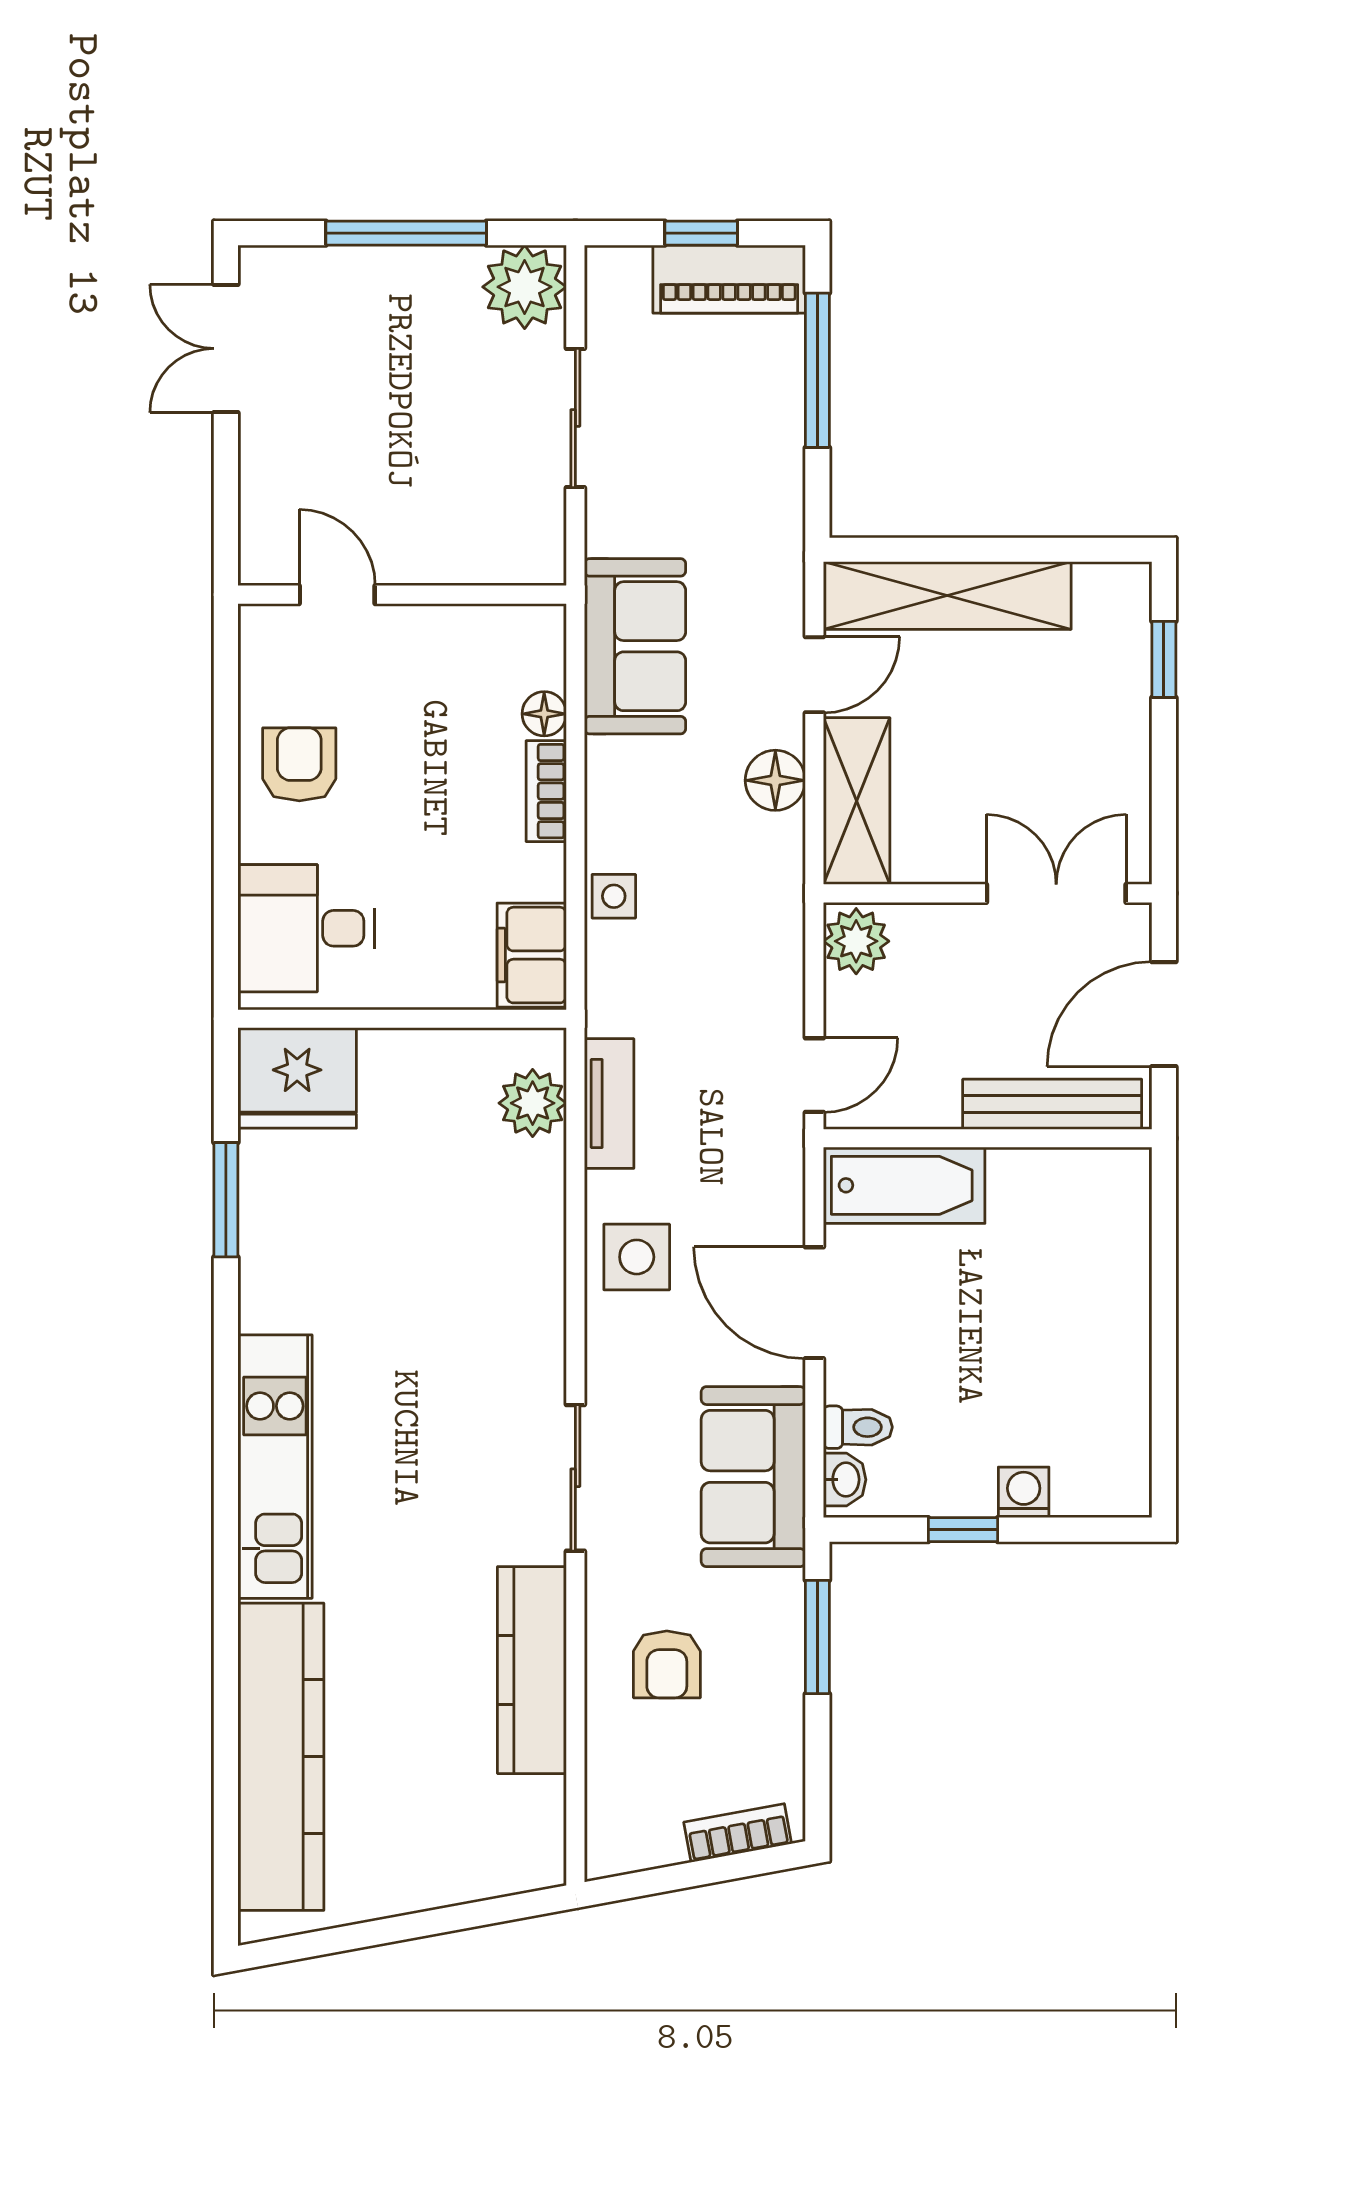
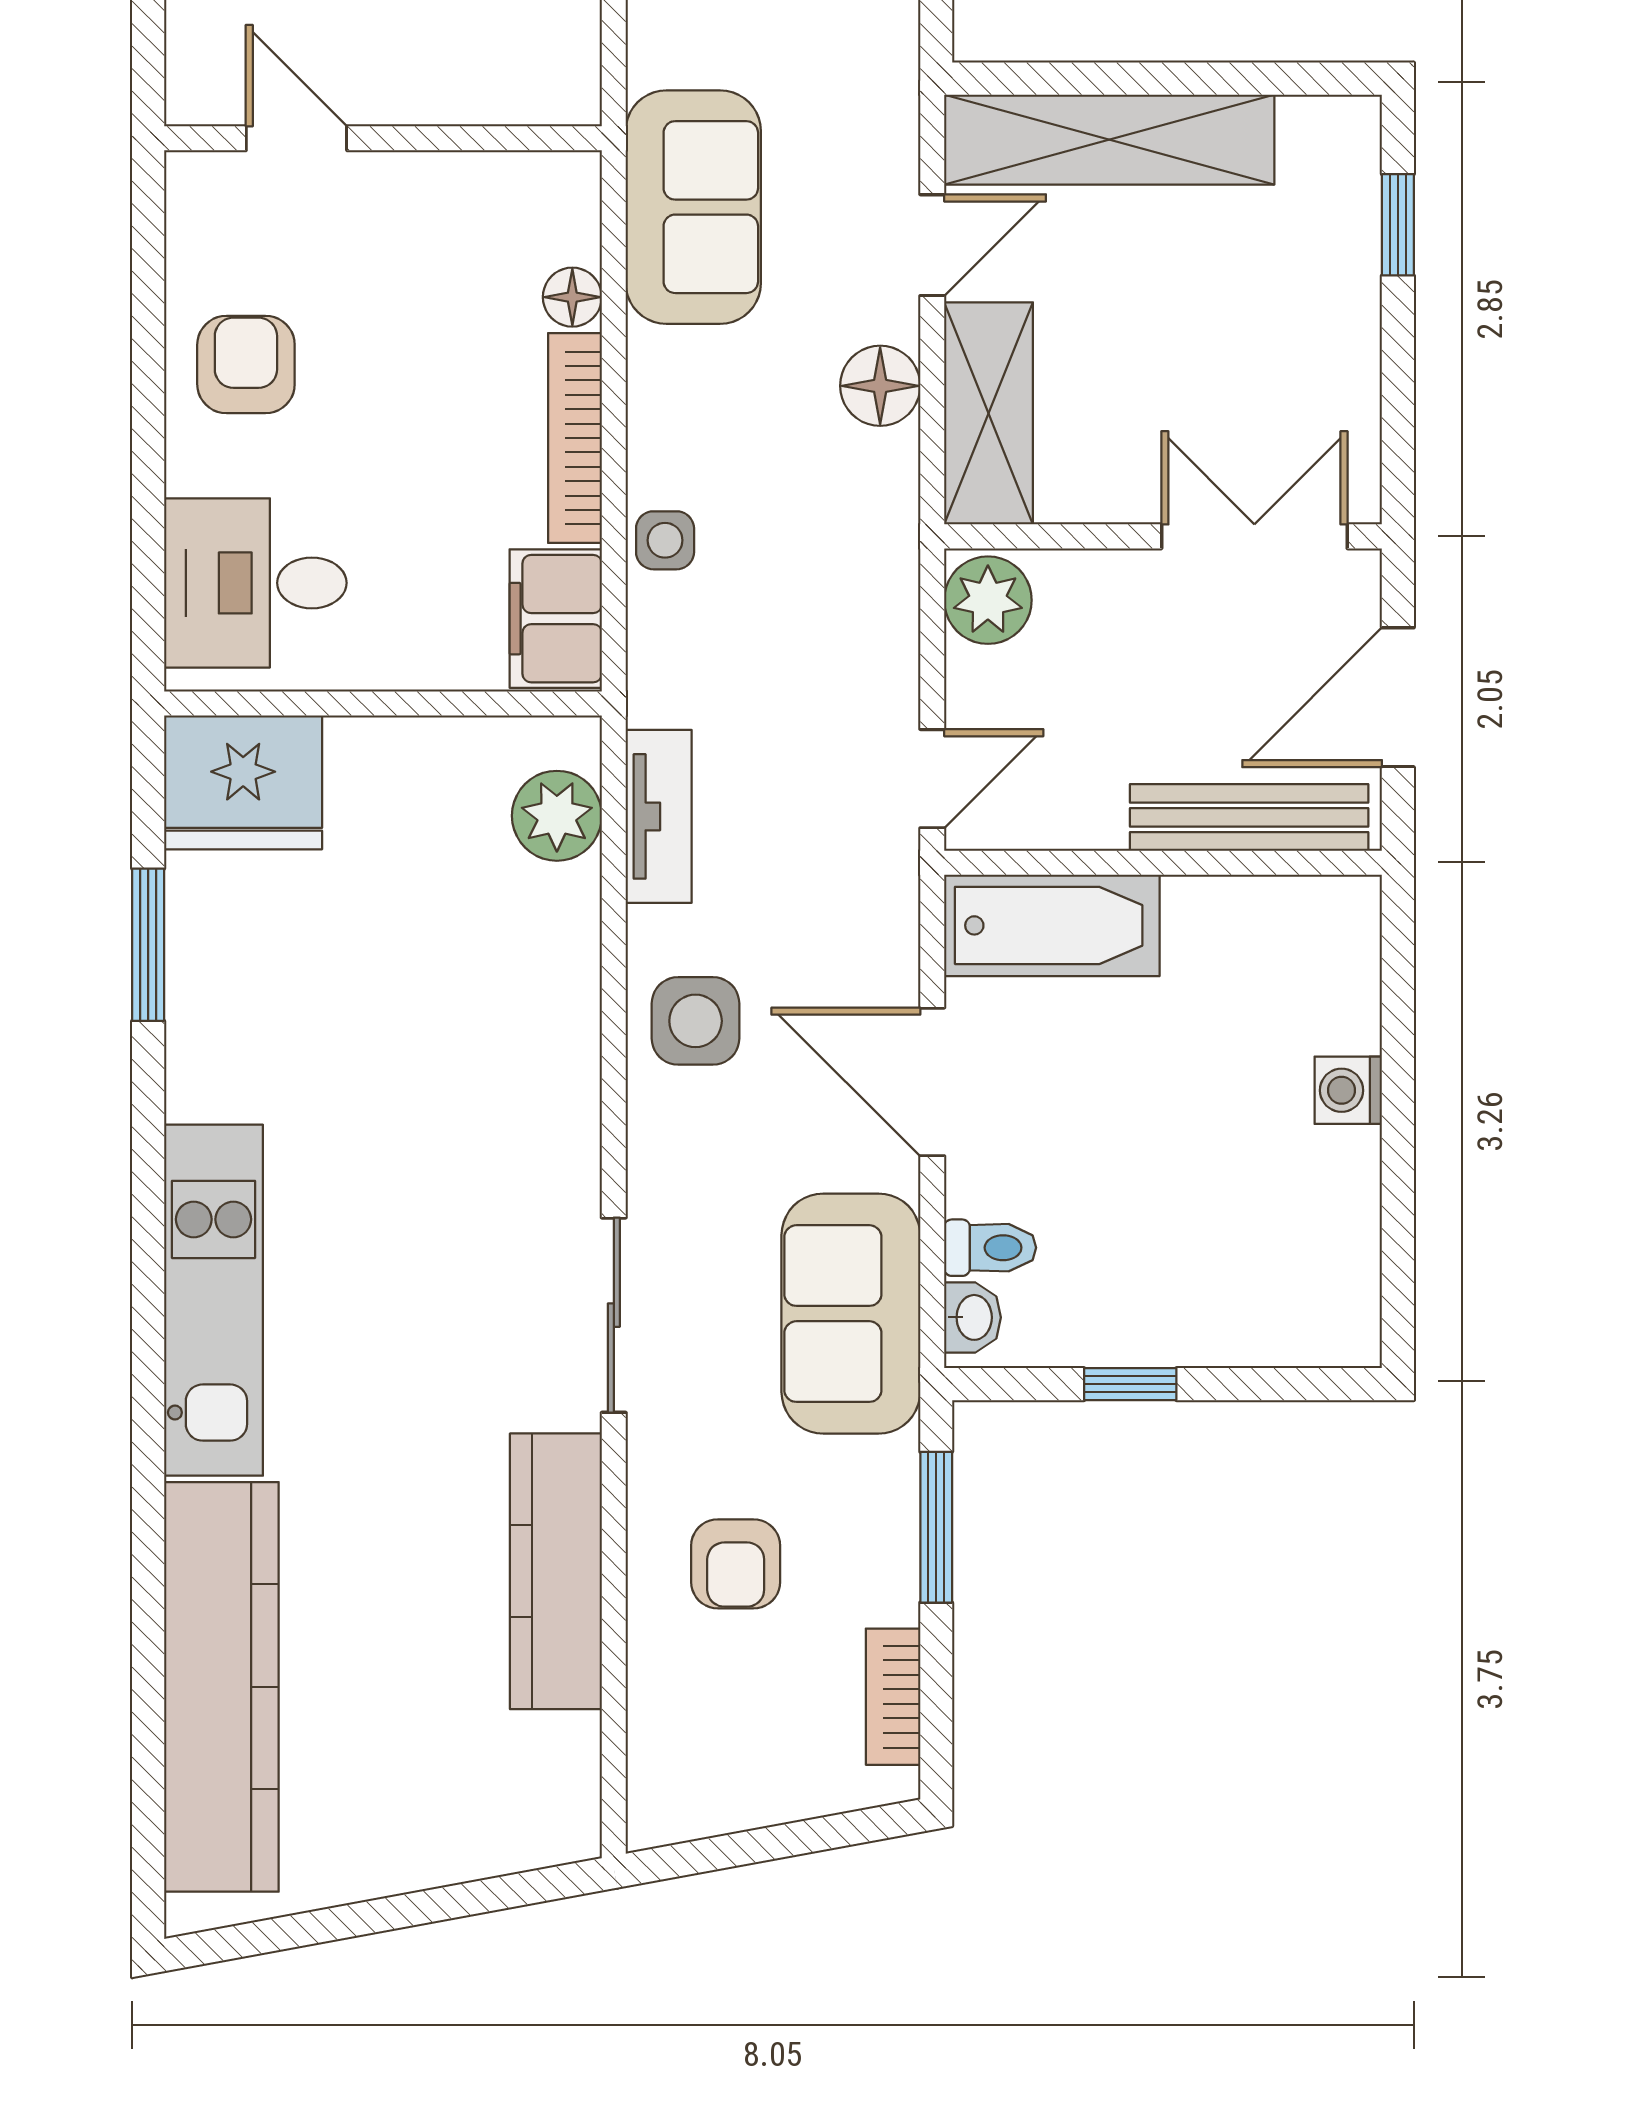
bookcase: (546, 791) -> (575, 438), width x1.56
washing machine: (1024, 1492) -> (1348, 1090), moved, turned -90
bookcase: (738, 1833) -> (893, 1697), moved, turned -80

